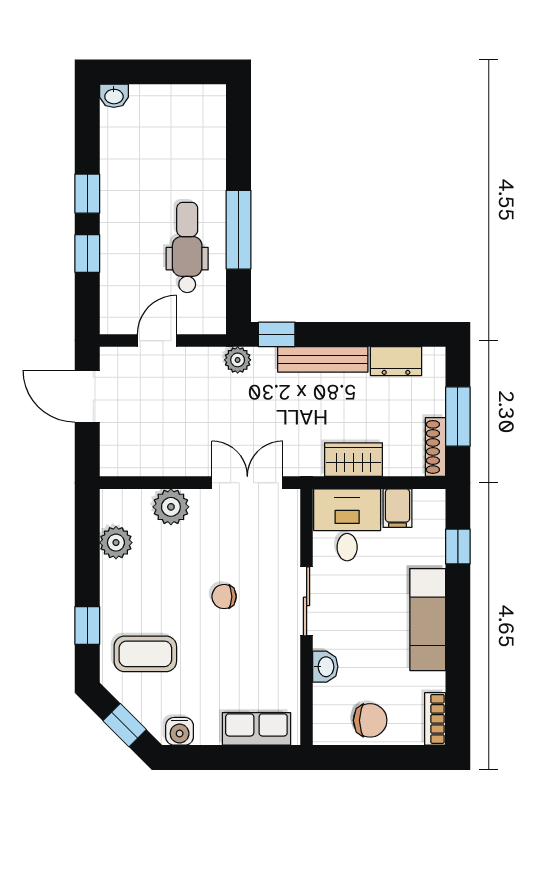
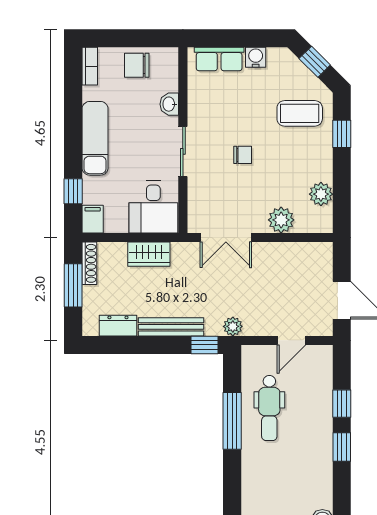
filing cabinet: (397, 508) -> (93, 219), moved
water cooler: (180, 731) -> (256, 57), moved

